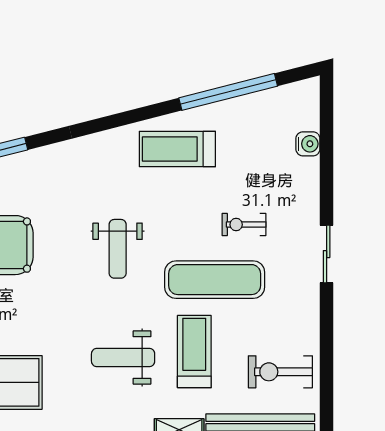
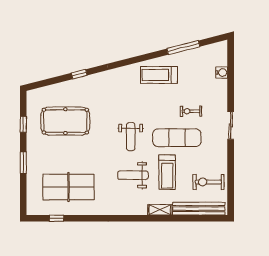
window: (228, 92) -> (183, 48), width x0.68
weight bench: (118, 249) -> (131, 137), moved
treadmill: (194, 352) -> (167, 172), turned 180

